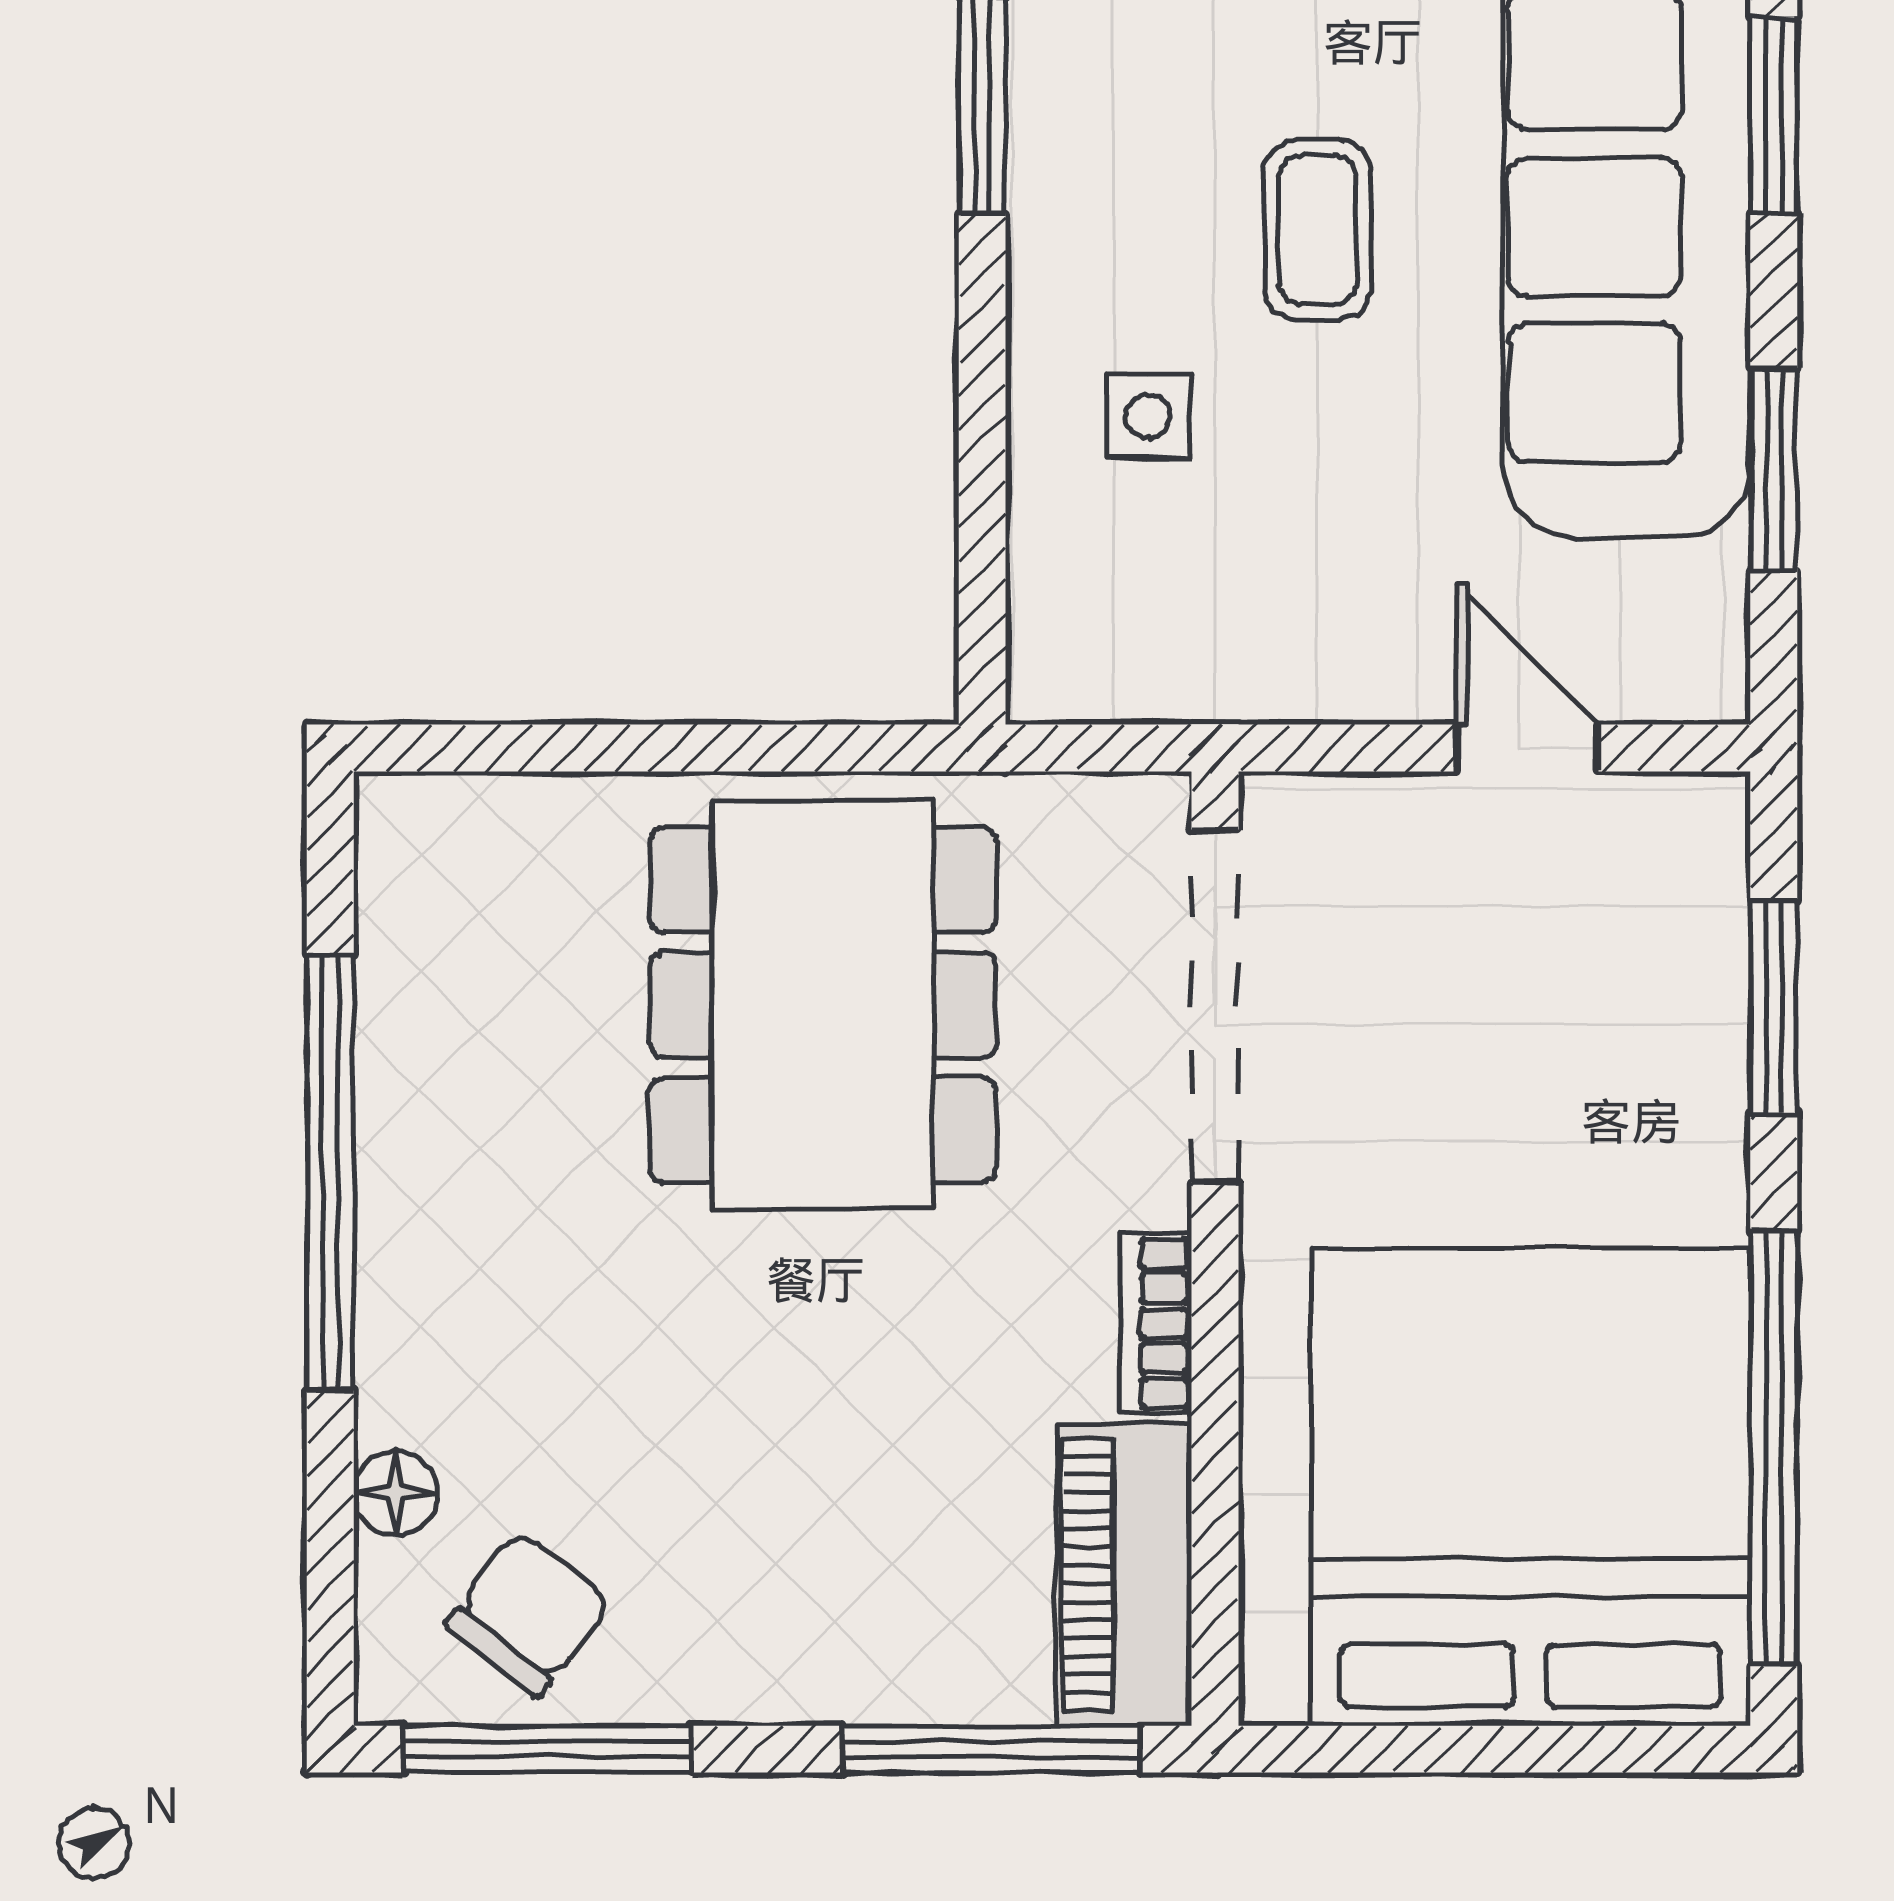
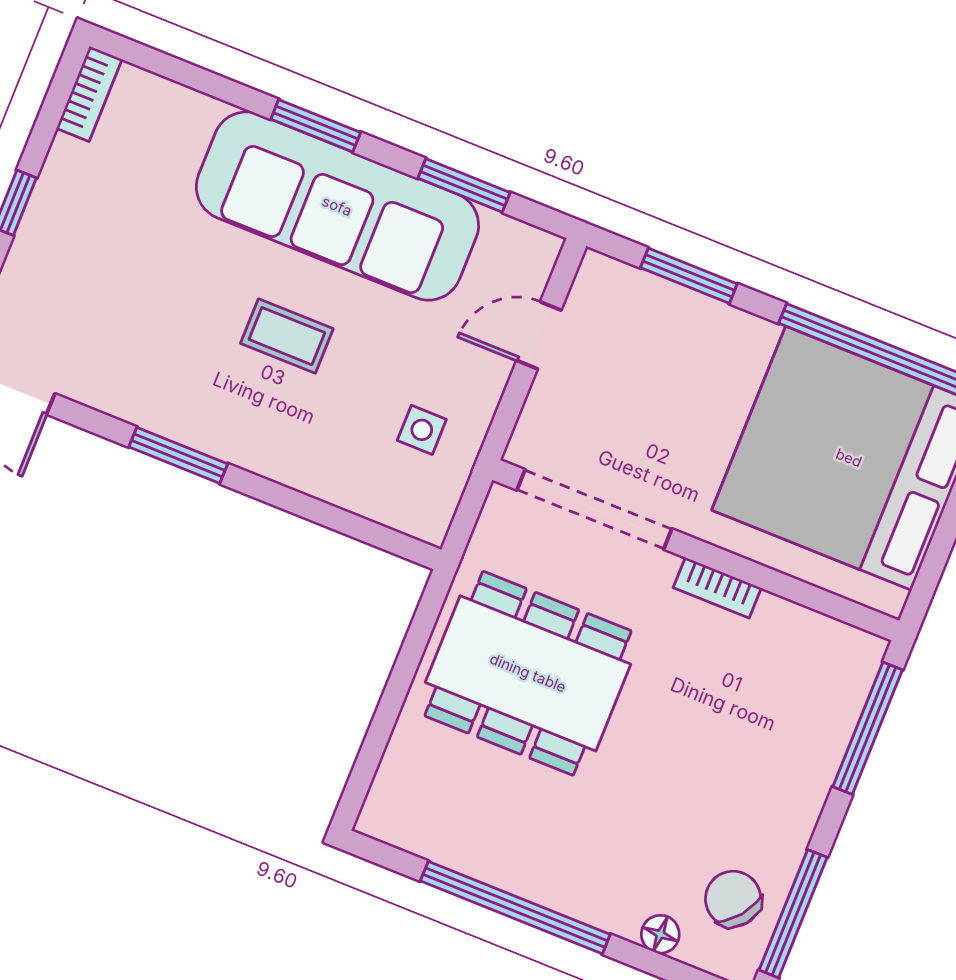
side table: (1148, 416) -> (422, 430), moved
piano: (1124, 1575) -> (817, 643), removed

